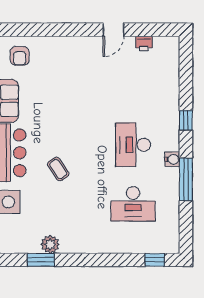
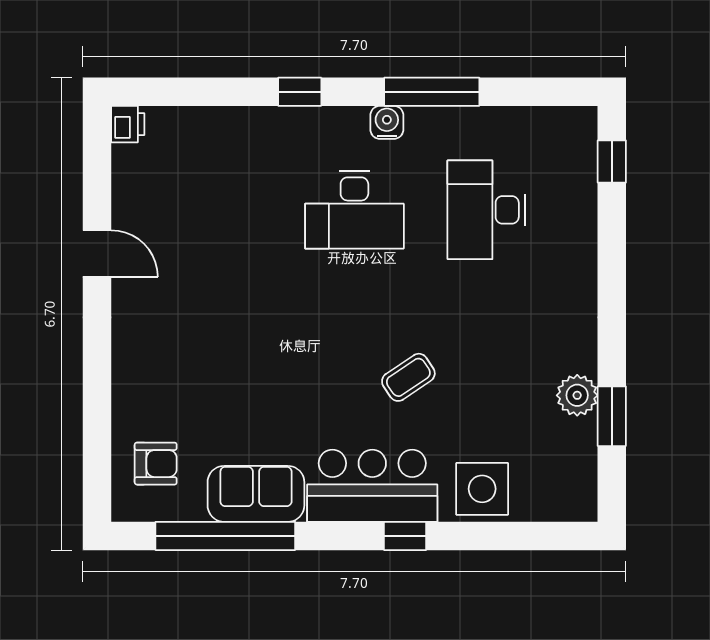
printer: (144, 43) -> (128, 124), moved
desk: (133, 204) -> (486, 210), turned 180

